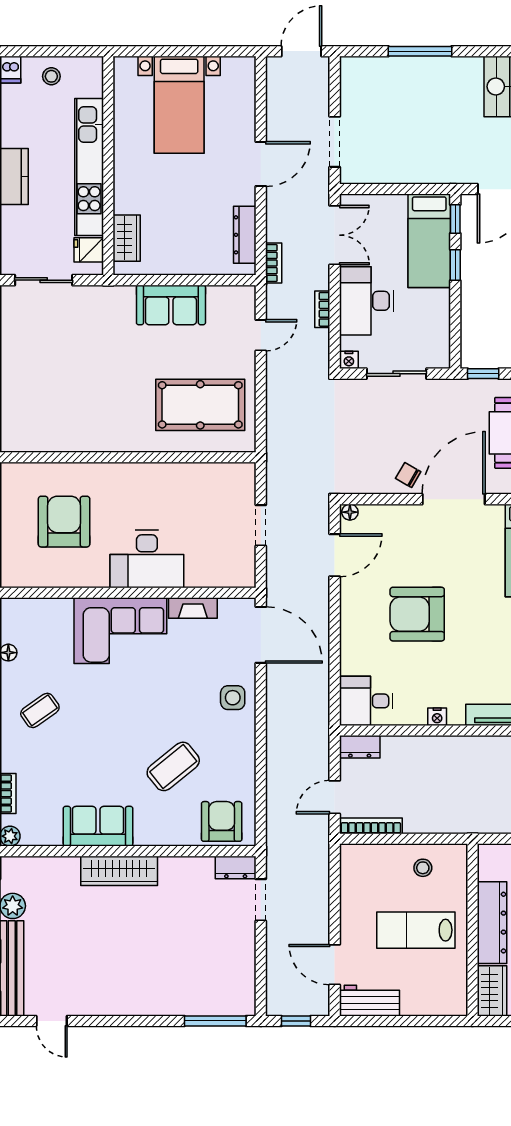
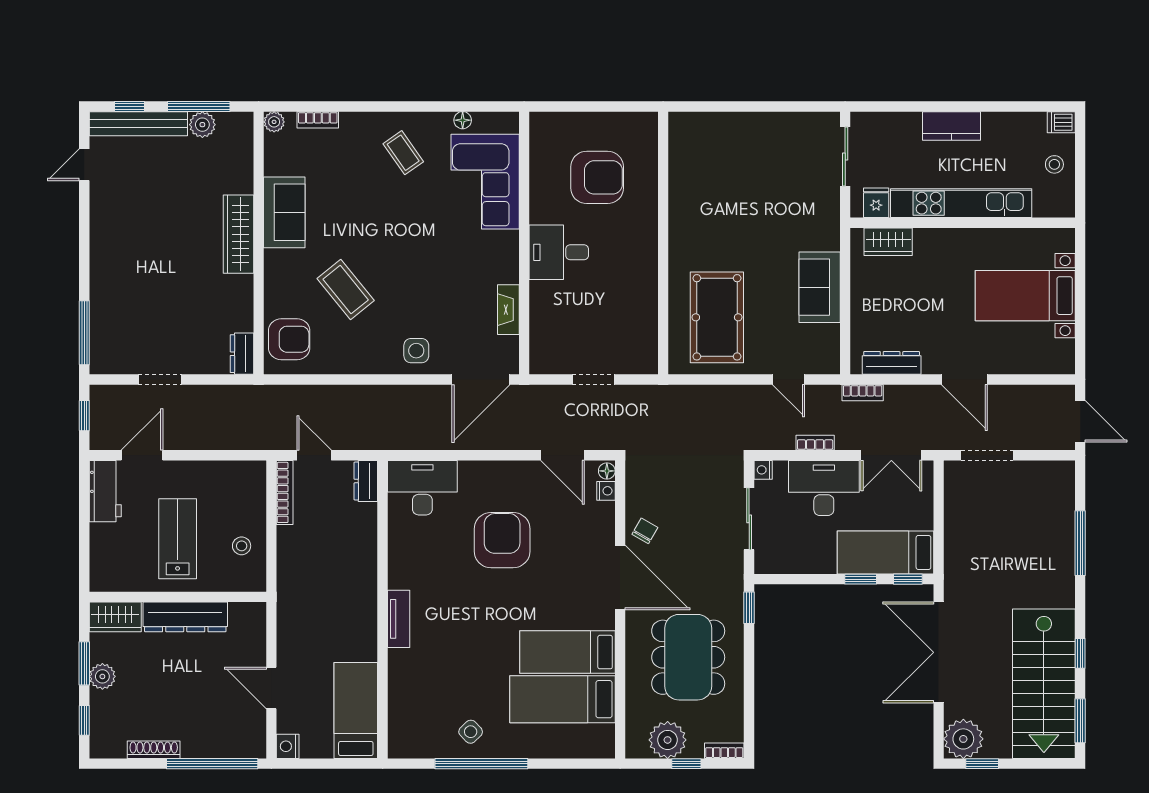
desk: (147, 559) -> (559, 252), width x0.73
corner sofa: (120, 631) -> (485, 182), moved
desk: (366, 701) -> (422, 488), width x1.37
nightstand: (437, 717) -> (606, 491), moved, turned 180
doorway: (261, 900) -> (160, 379), moved

